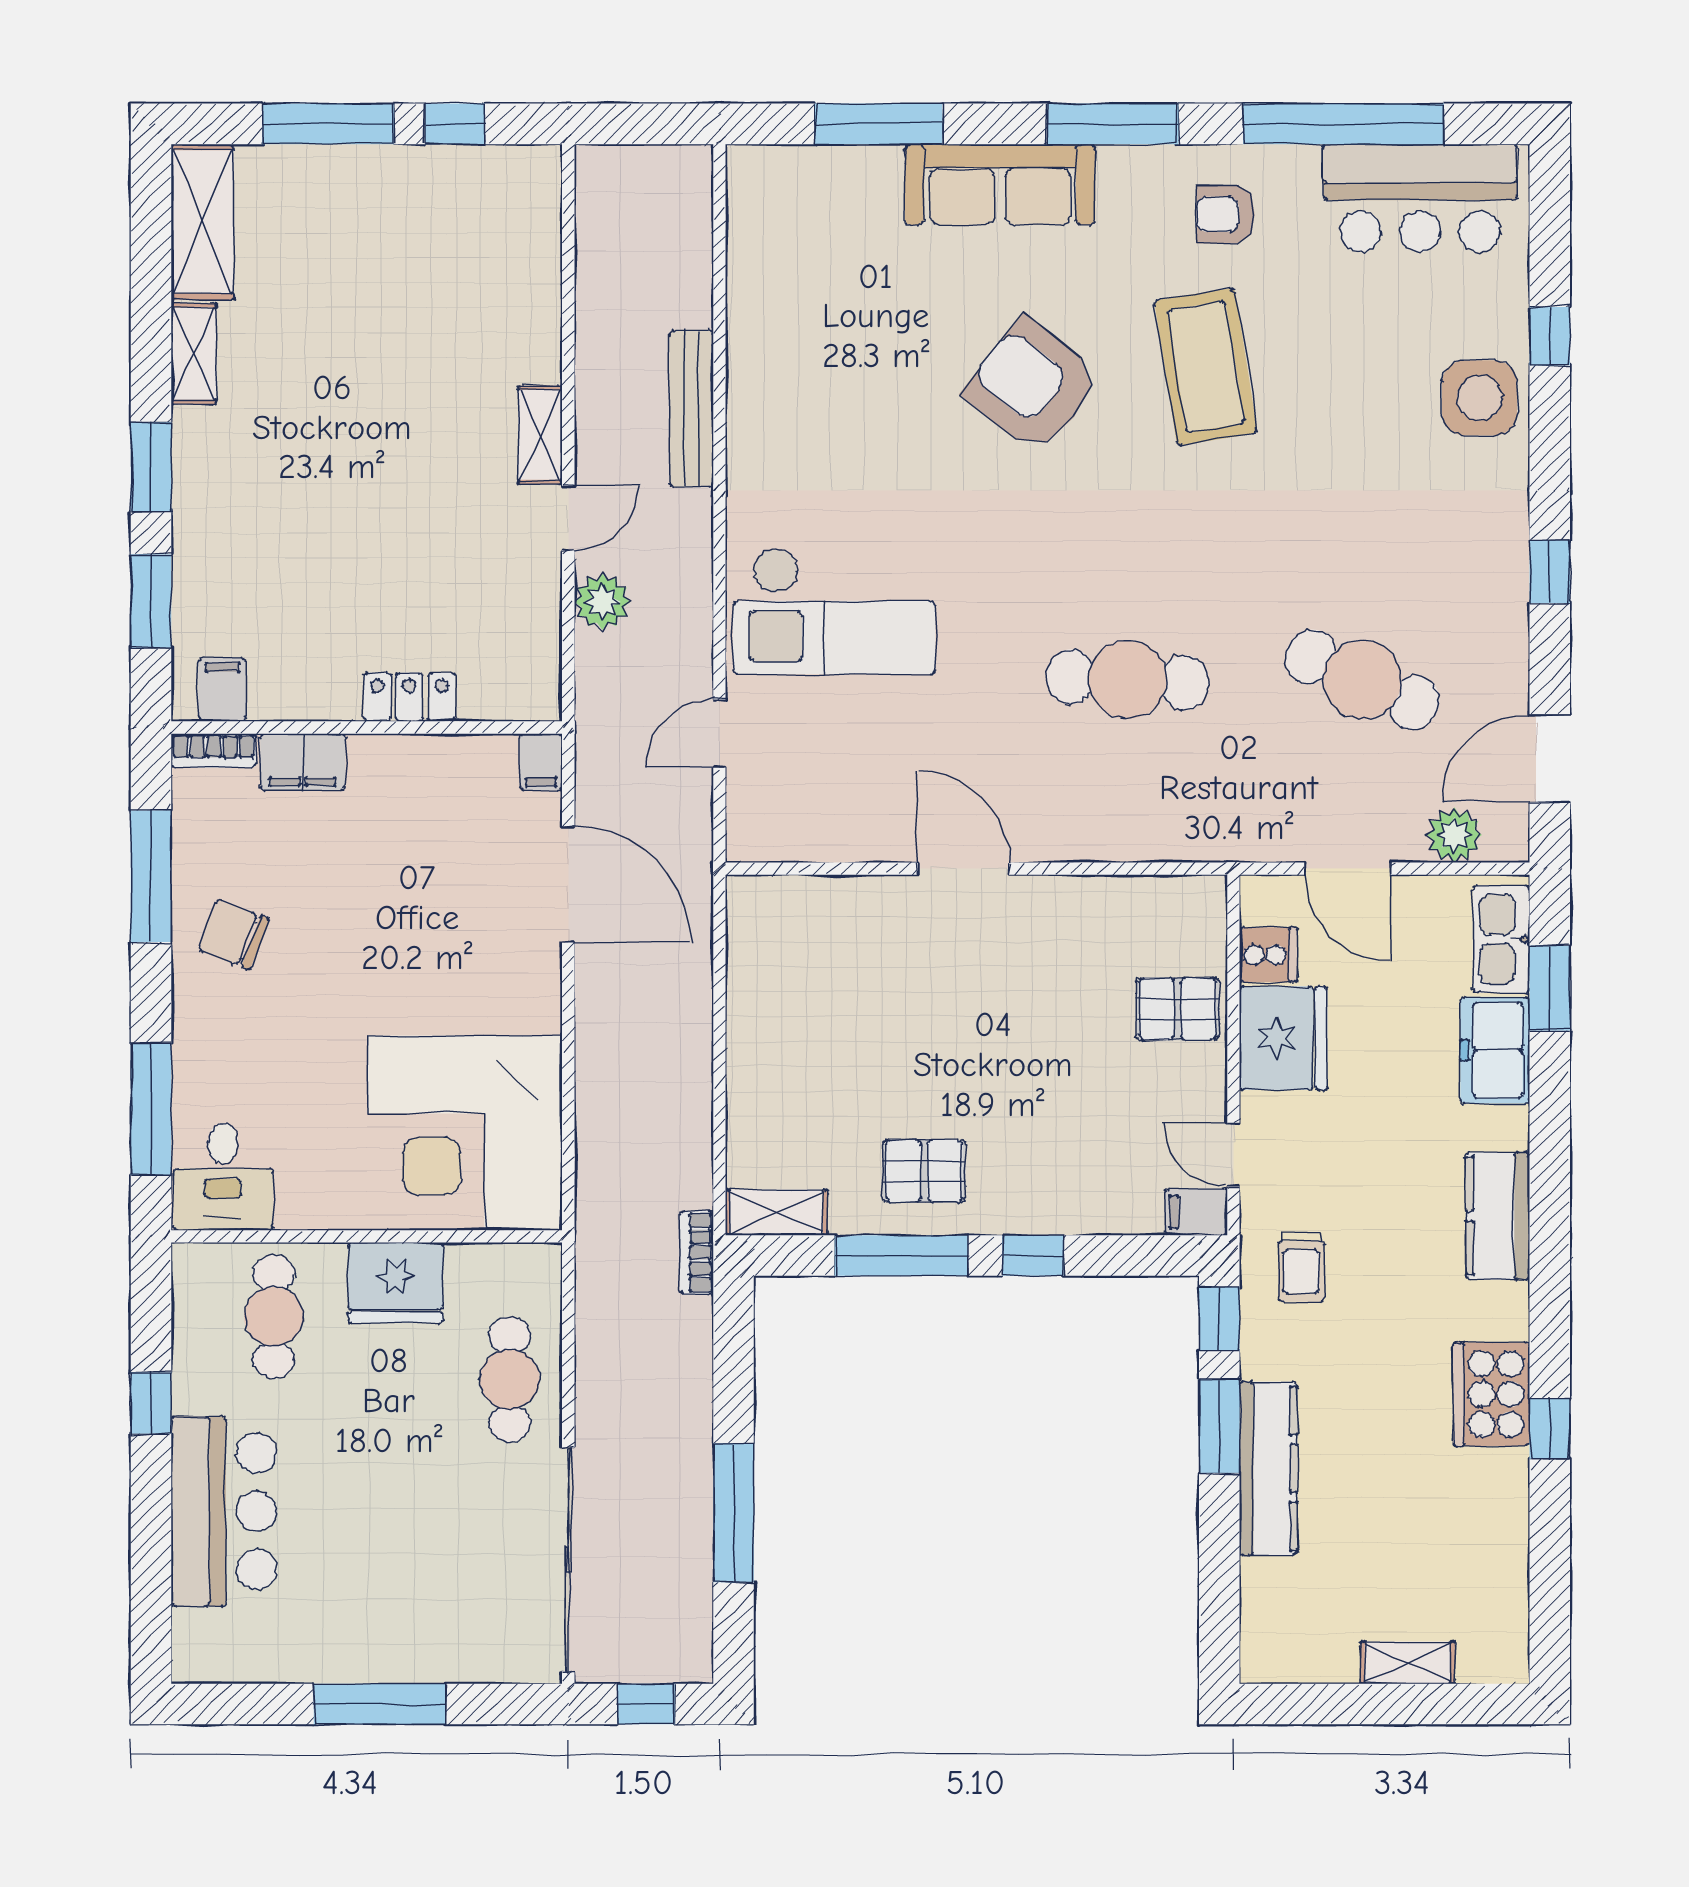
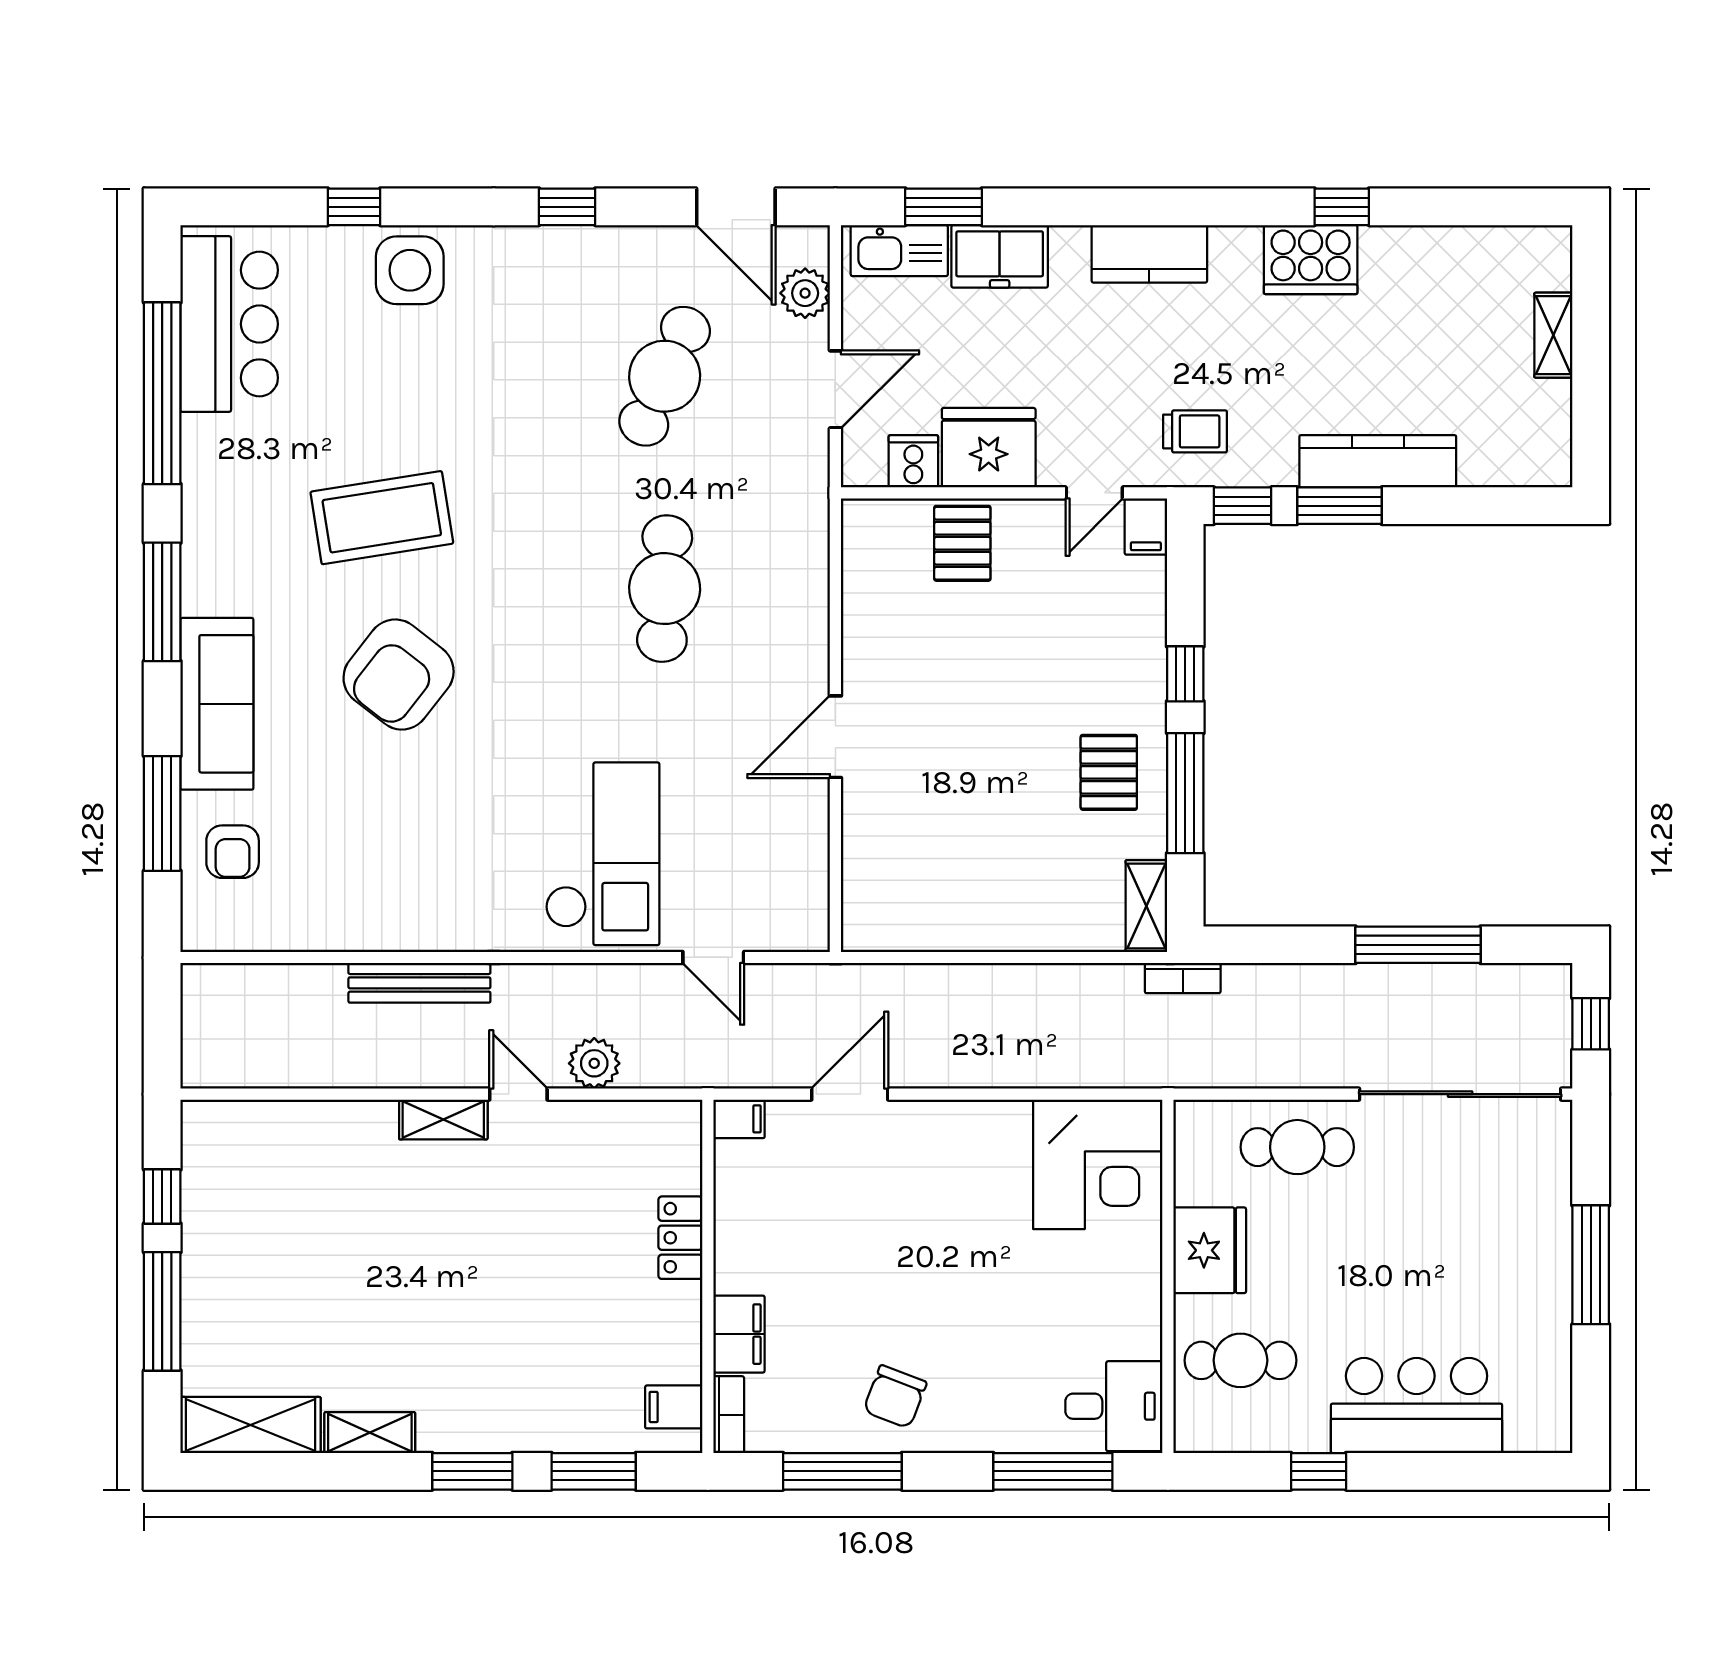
armchair: (1226, 214) -> (233, 852), moved
door: (568, 884) -> (850, 1094), width x0.73
corner desk: (465, 1133) -> (1098, 1164), width x0.74, depth x0.74

